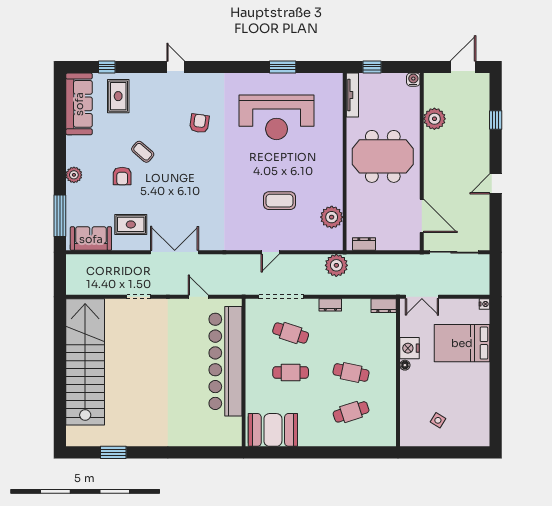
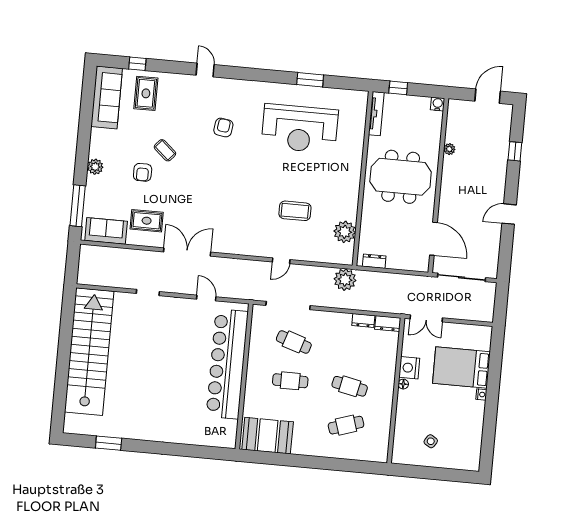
plant: (434, 119) -> (449, 149), width x0.53, depth x0.53
nightstand: (485, 304) -> (481, 394), moved
dresser: (330, 305) -> (363, 320), moved

